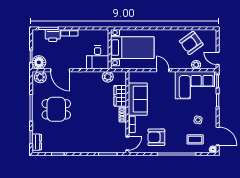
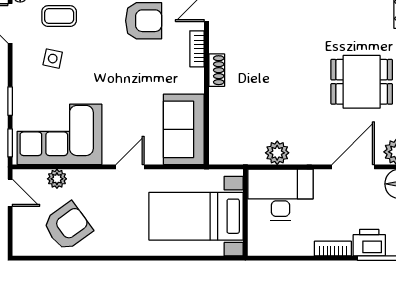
desk: (98, 57) -> (280, 195), width x1.37
door: (60, 70) -> (353, 167), hinge flipped
door: (163, 70) -> (130, 167), swing flipped
plant: (108, 77) -> (277, 153), moved
wardrobe: (120, 96) -> (222, 111), removed
sofa: (138, 99) -> (184, 129), moved

